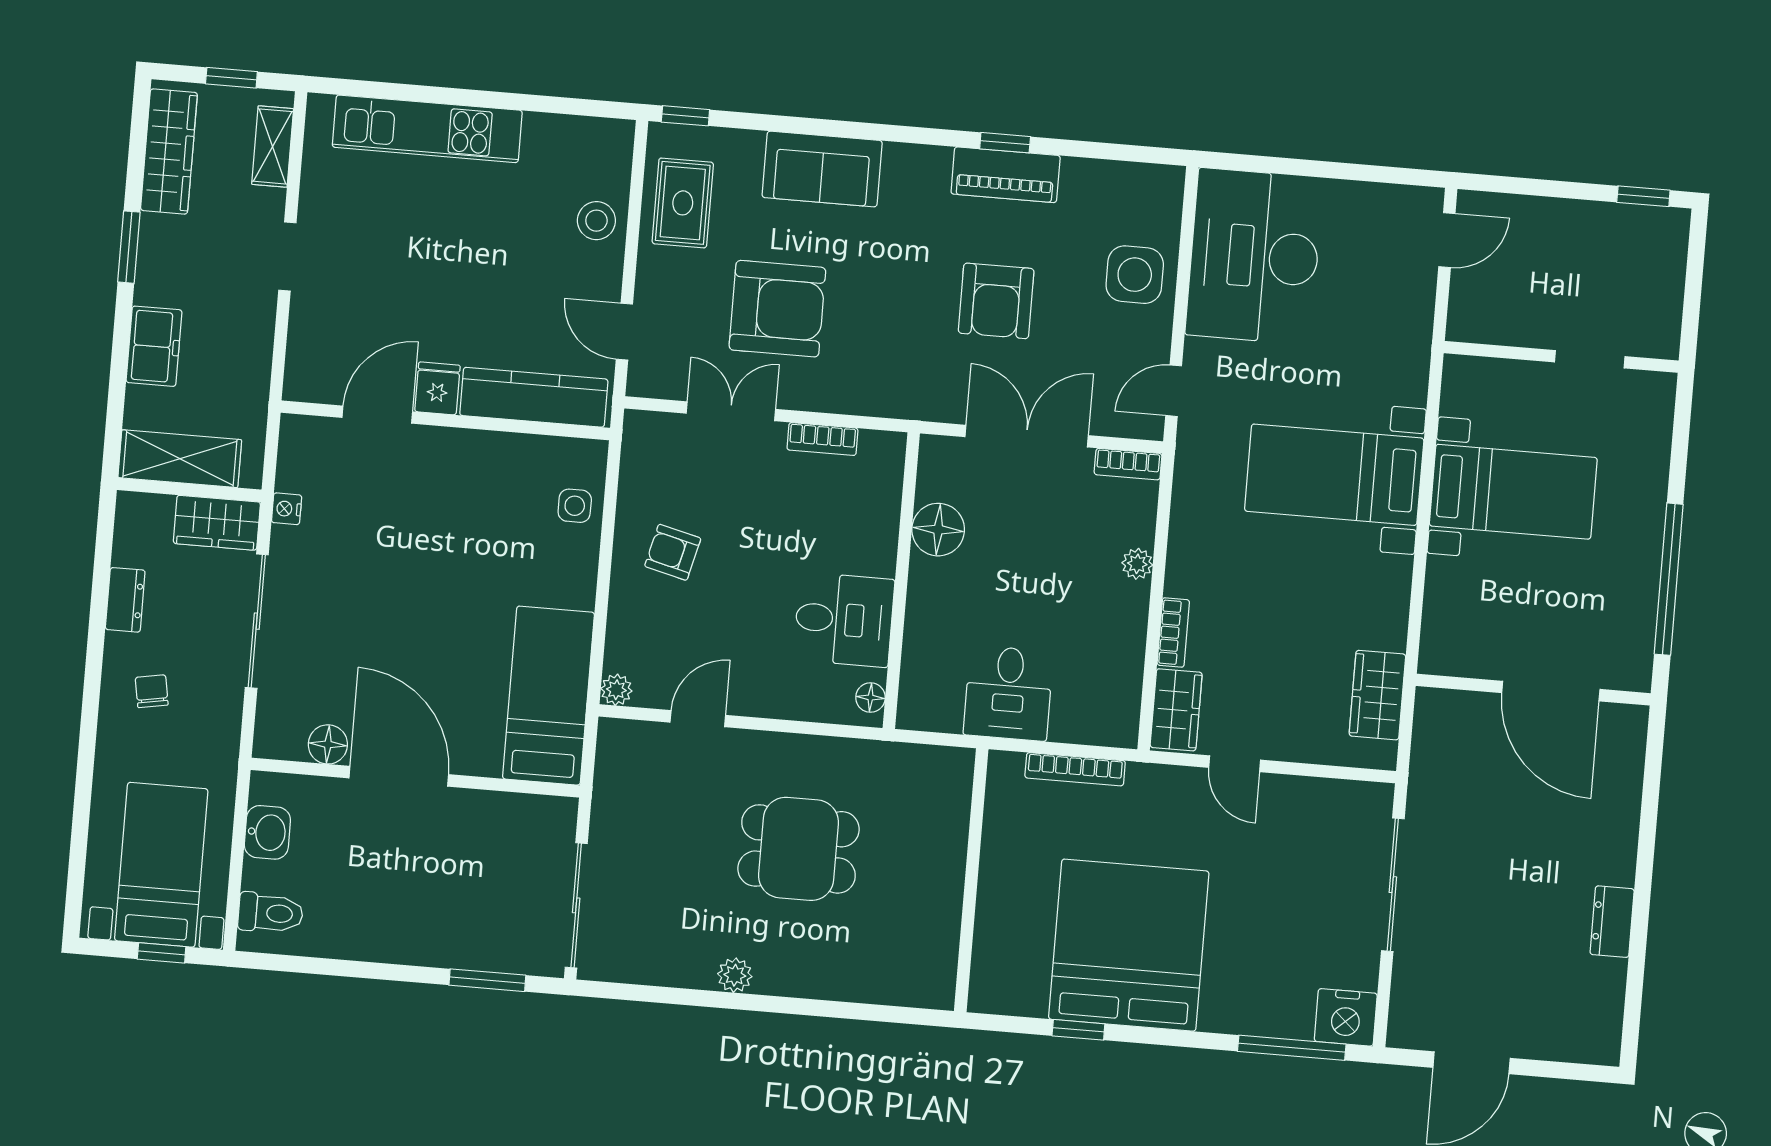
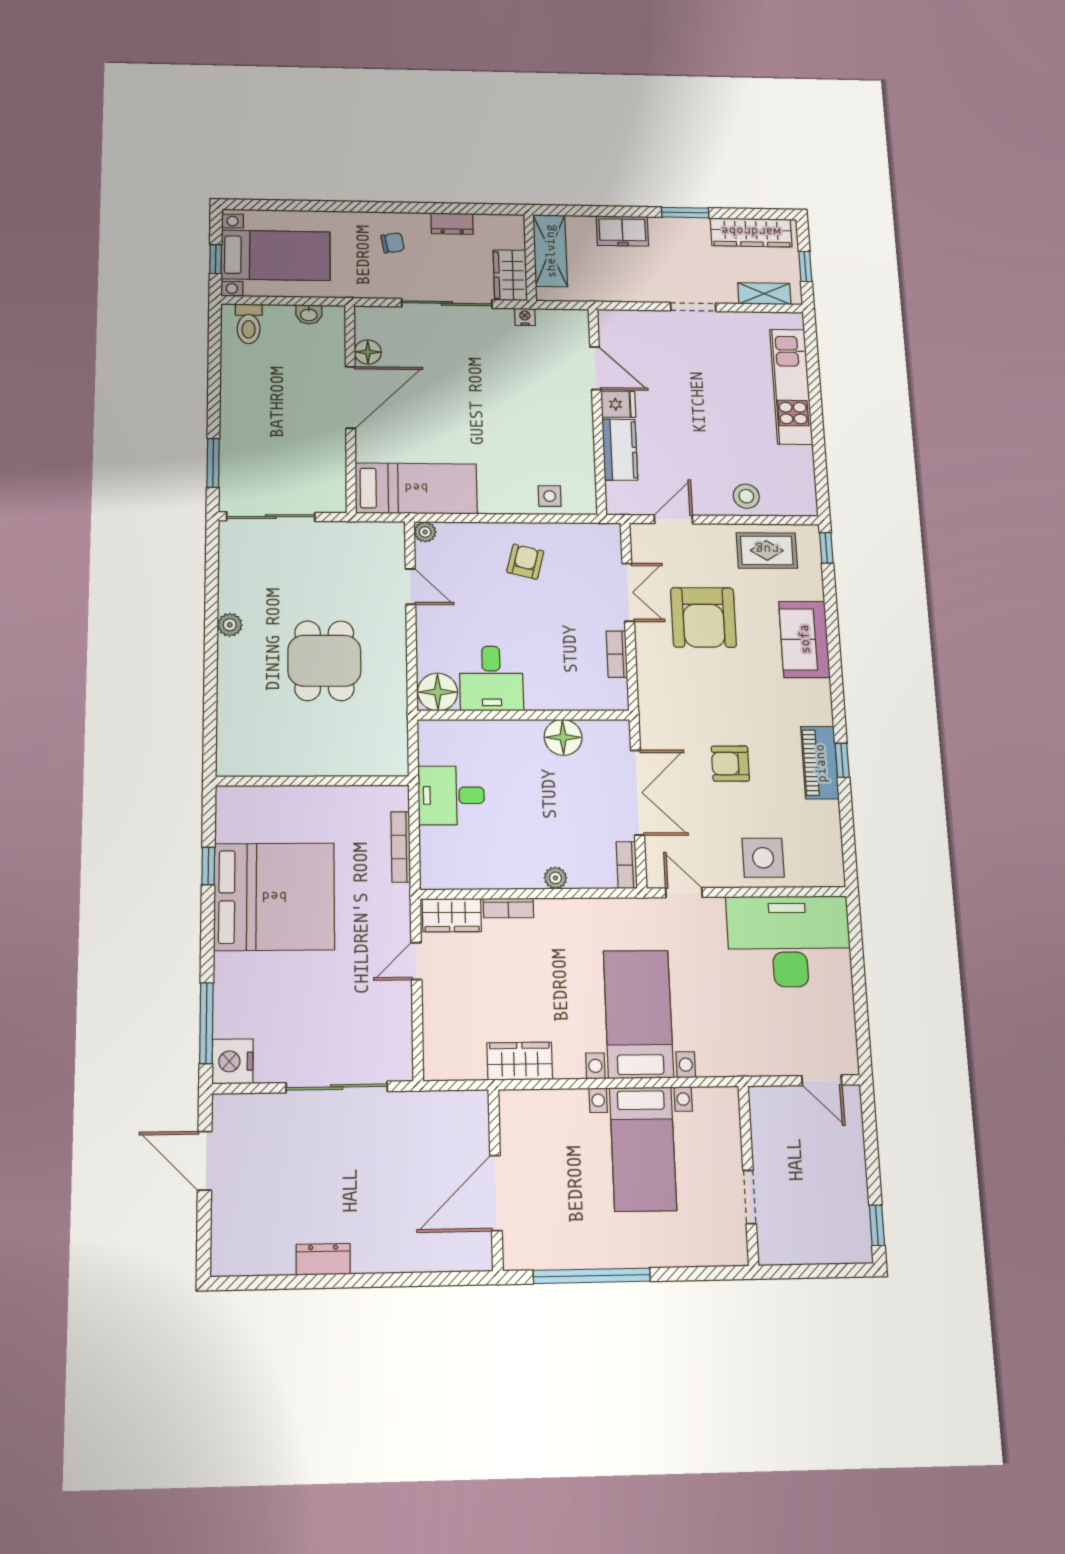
armchair: (996, 301) -> (730, 764), width x0.72, depth x0.72
kitchen counter: (534, 397) -> (620, 450), width x0.67
wardrobe: (1377, 695) -> (520, 1061), moved
floor lamp: (870, 698) -> (438, 692), width x1.89, depth x1.89
washbasin: (267, 832) -> (309, 314), width x0.72, depth x0.69

